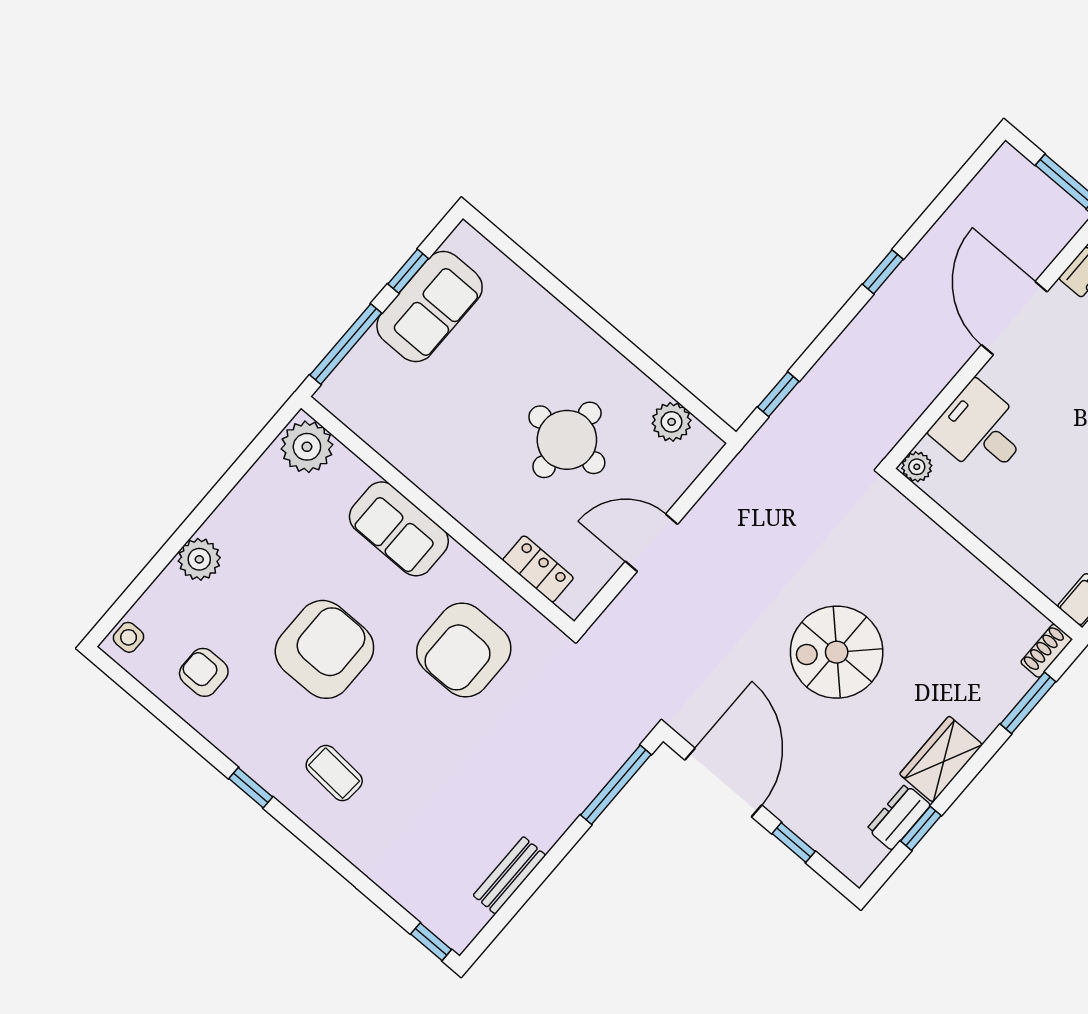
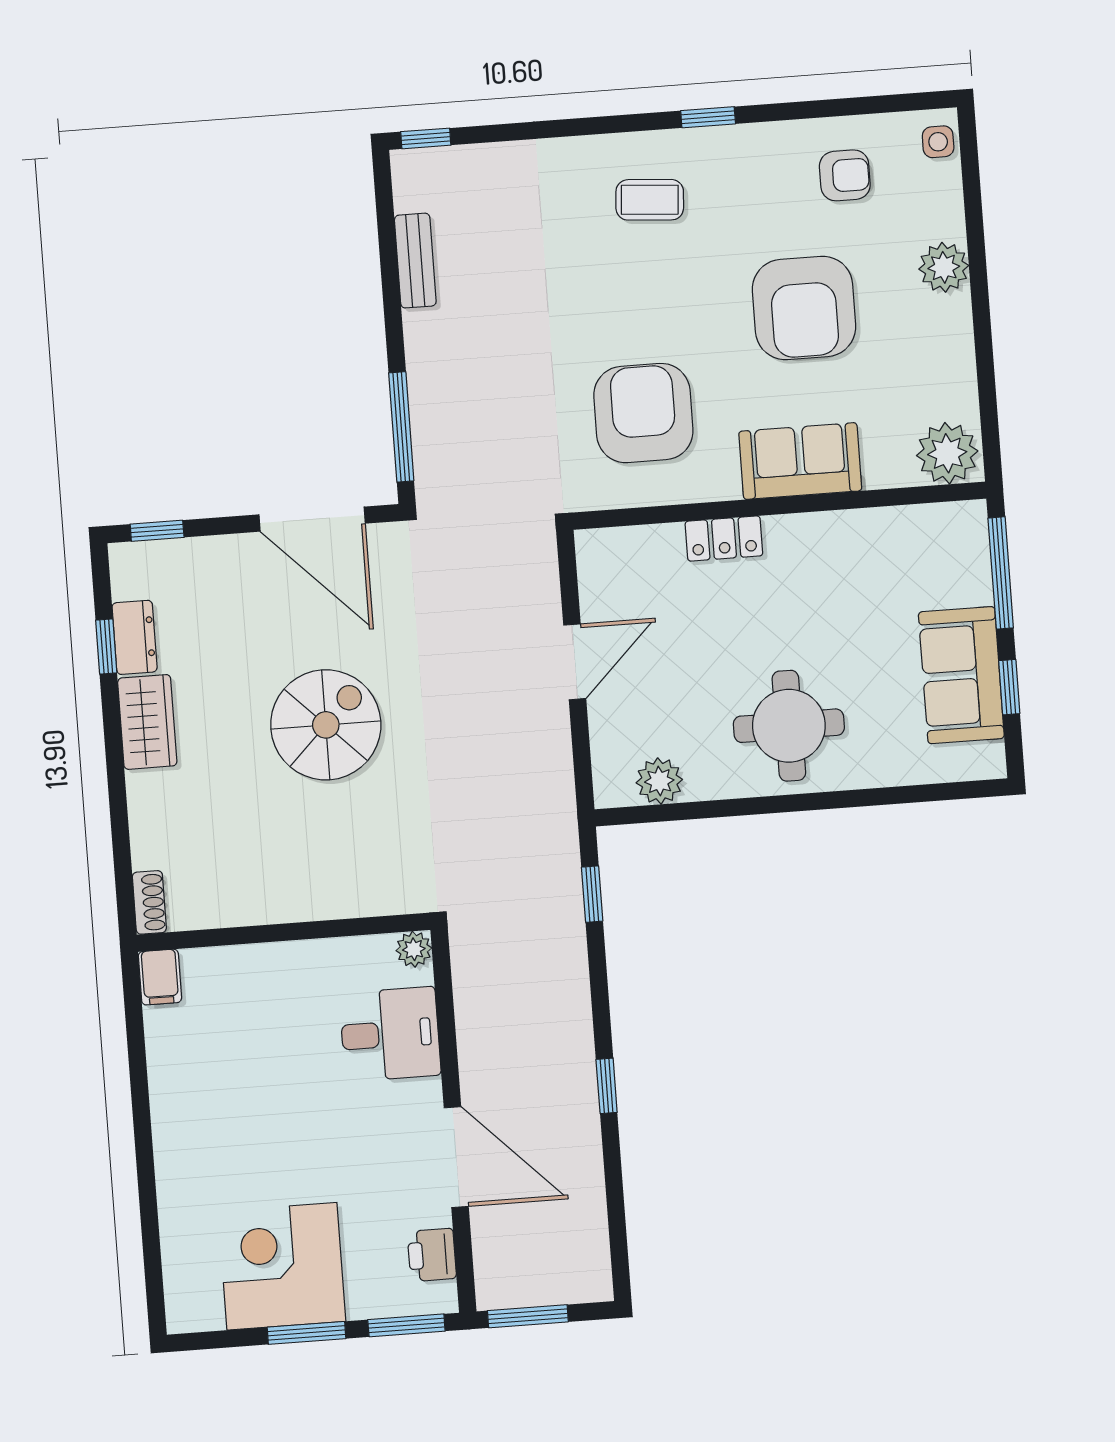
round table: (567, 440) -> (789, 726), moved
locker: (538, 569) -> (724, 539), moved
armchair: (324, 649) -> (804, 308), moved
window: (1028, 703) -> (121, 843), removed
window: (794, 843) -> (157, 531), moved

